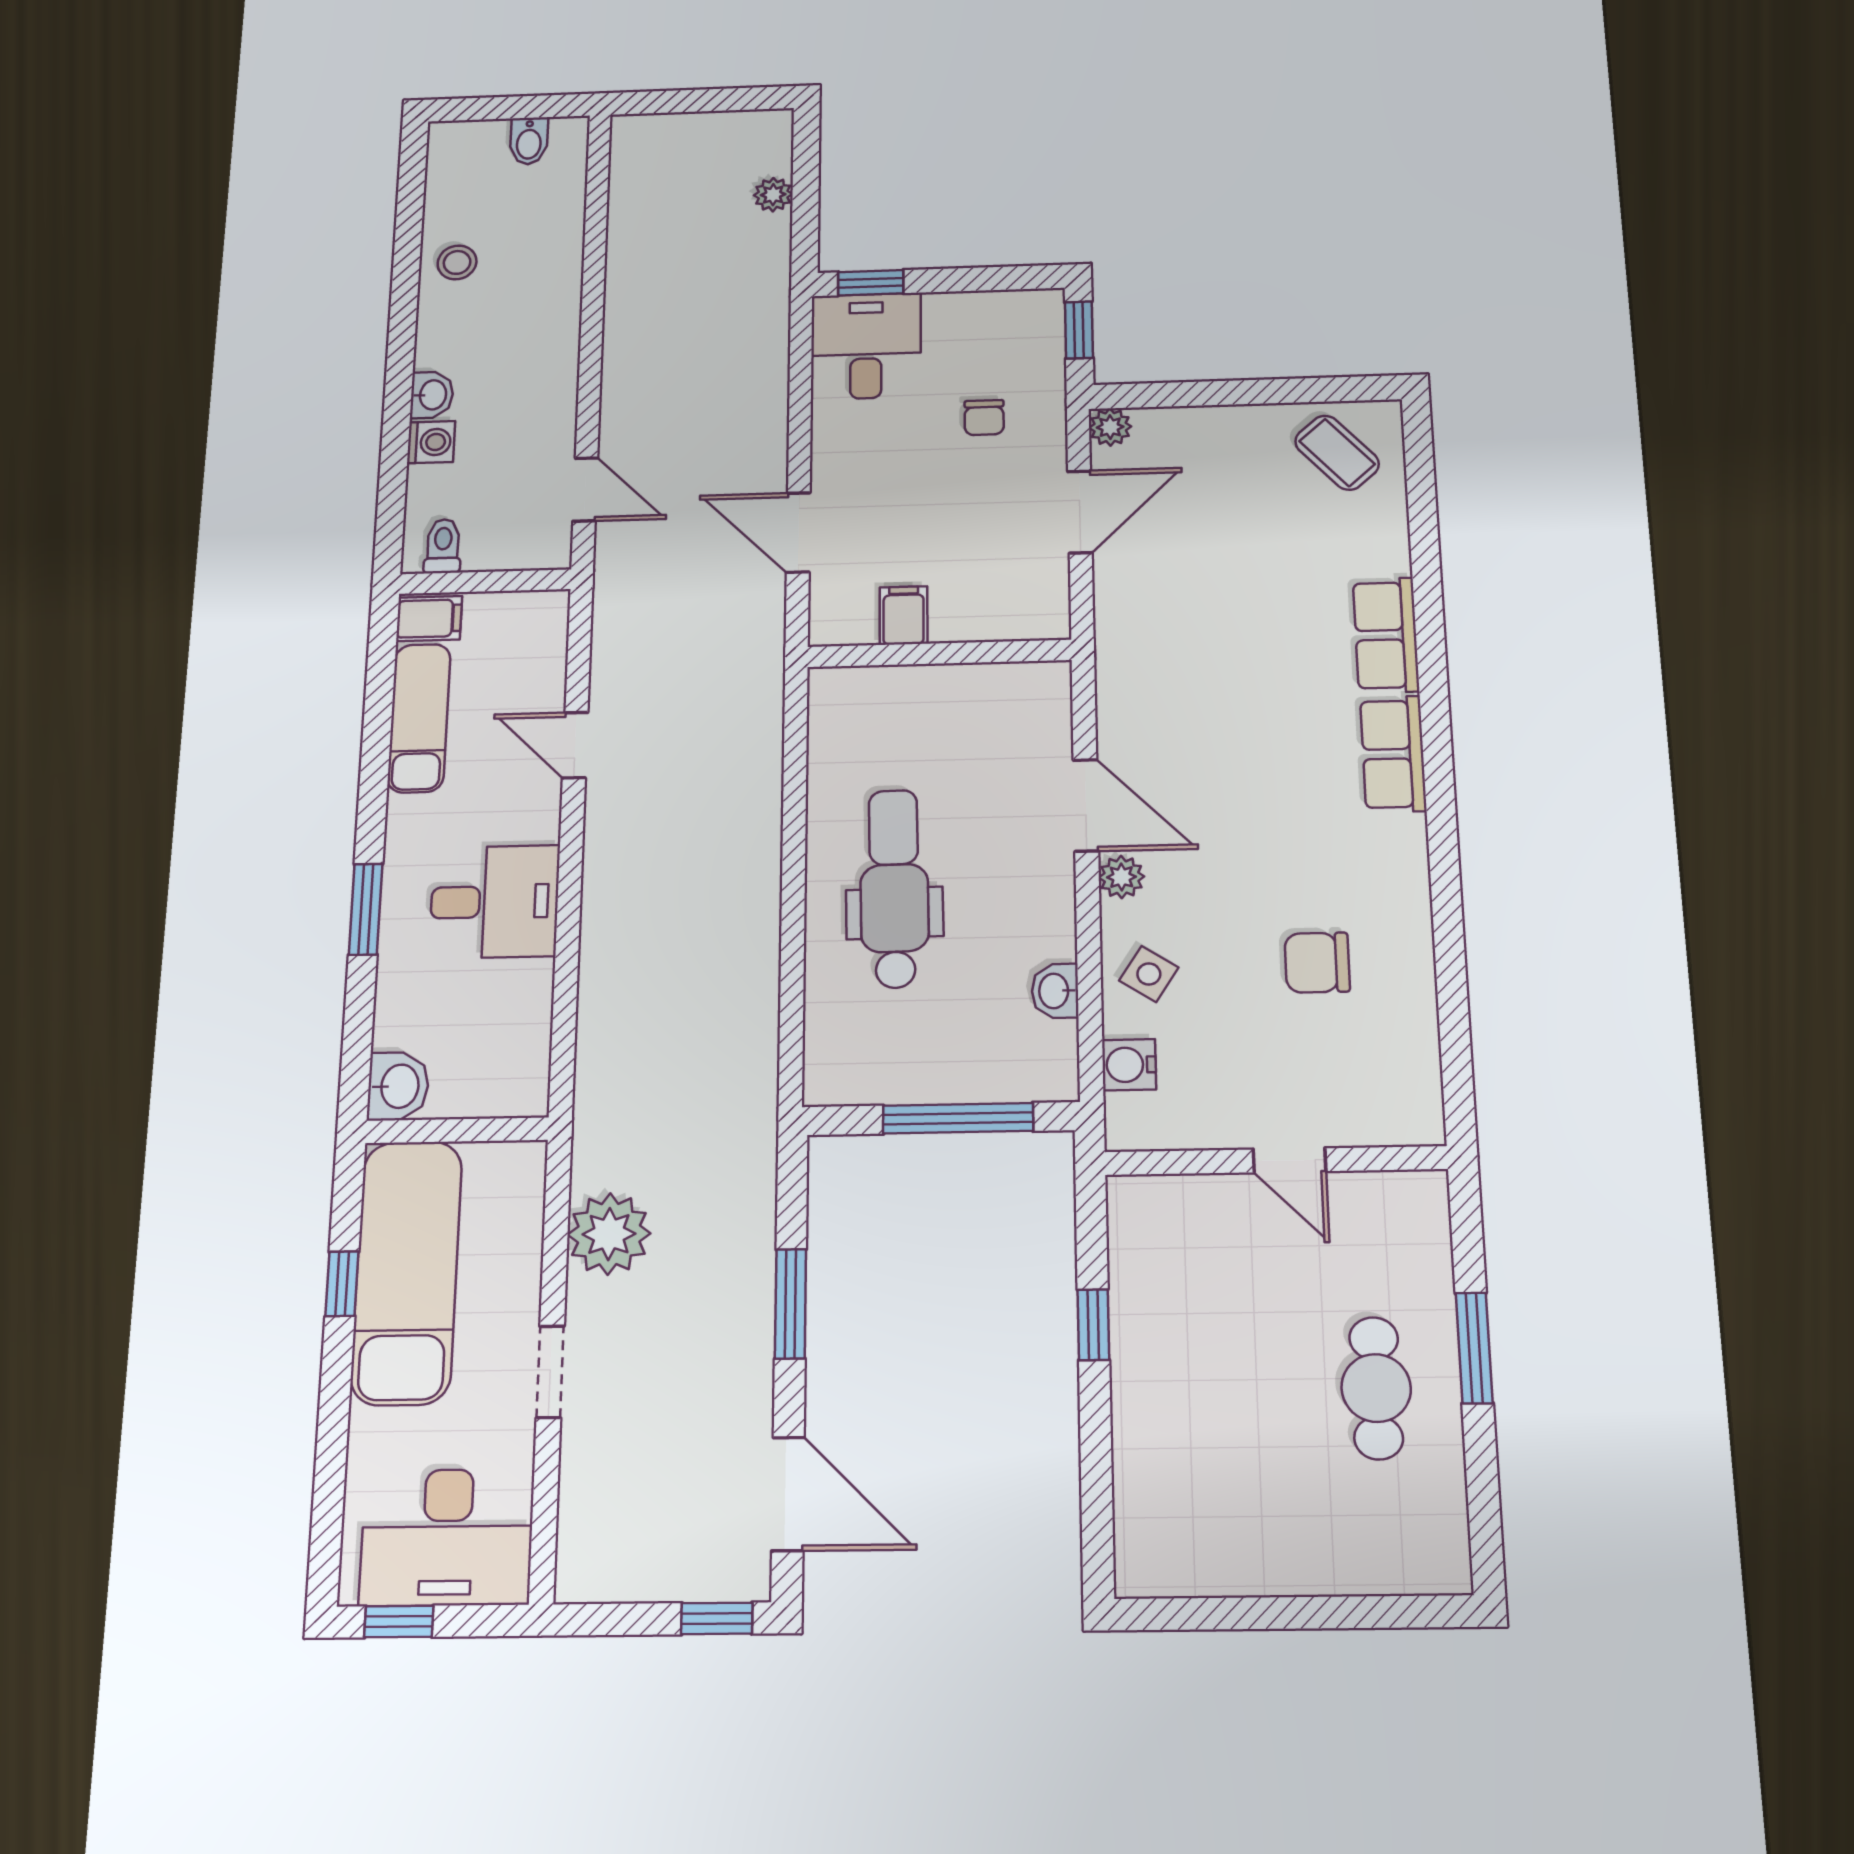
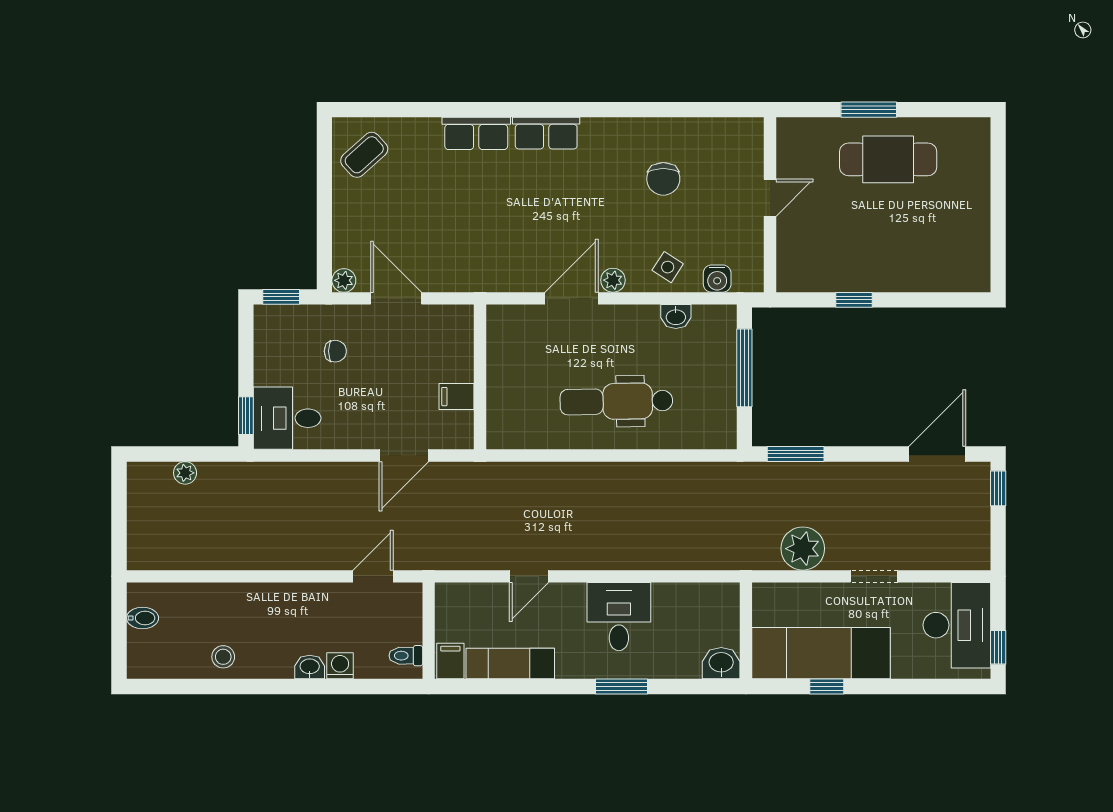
window: (791, 1304) -> (796, 454), moved
cafe table: (1376, 1388) -> (888, 159), width x1.37, depth x1.35

